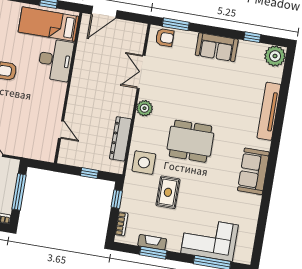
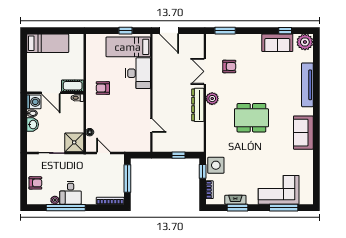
door: (104, 12) -> (169, 31), hinge flipped
armchair: (165, 38) -> (229, 66), moved
sofa: (217, 47) -> (277, 43), moved
dresser: (121, 139) -> (198, 105), moved
side table: (144, 163) -> (216, 165), moved
rug: (168, 192) -> (241, 160), removed

